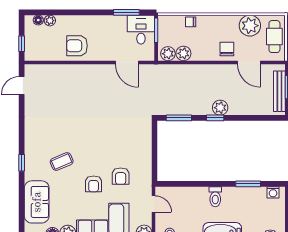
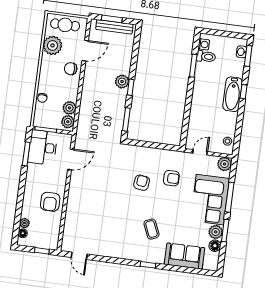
desk: (141, 30) -> (43, 147), width x1.37
armchair: (94, 184) -> (142, 183), moved, turned -83
toilet: (215, 197) -> (206, 57), moved

